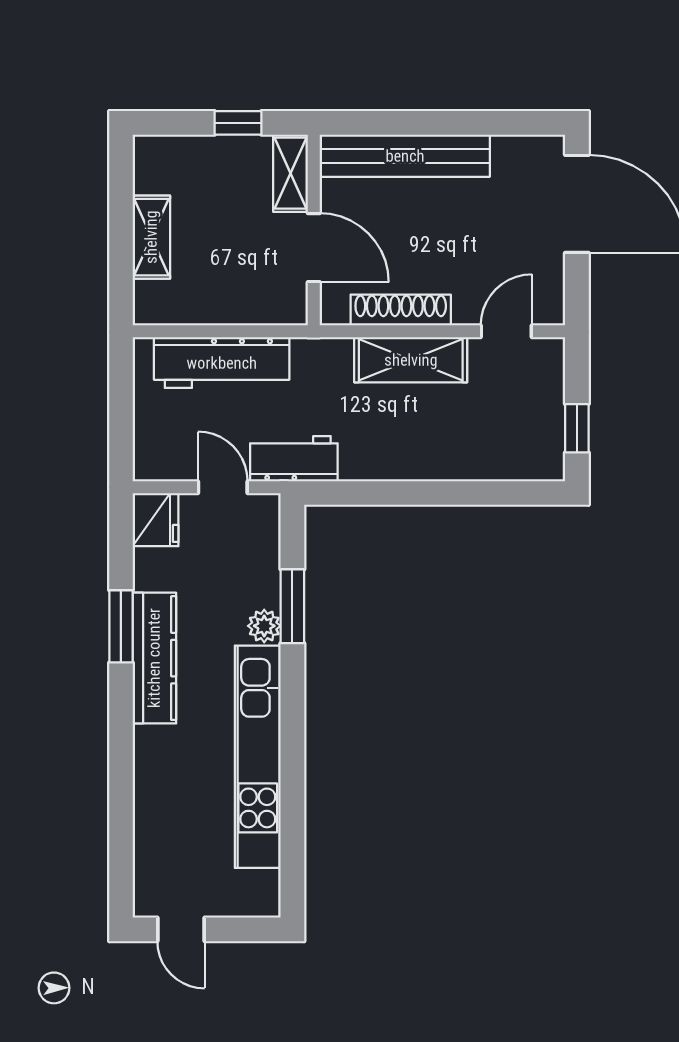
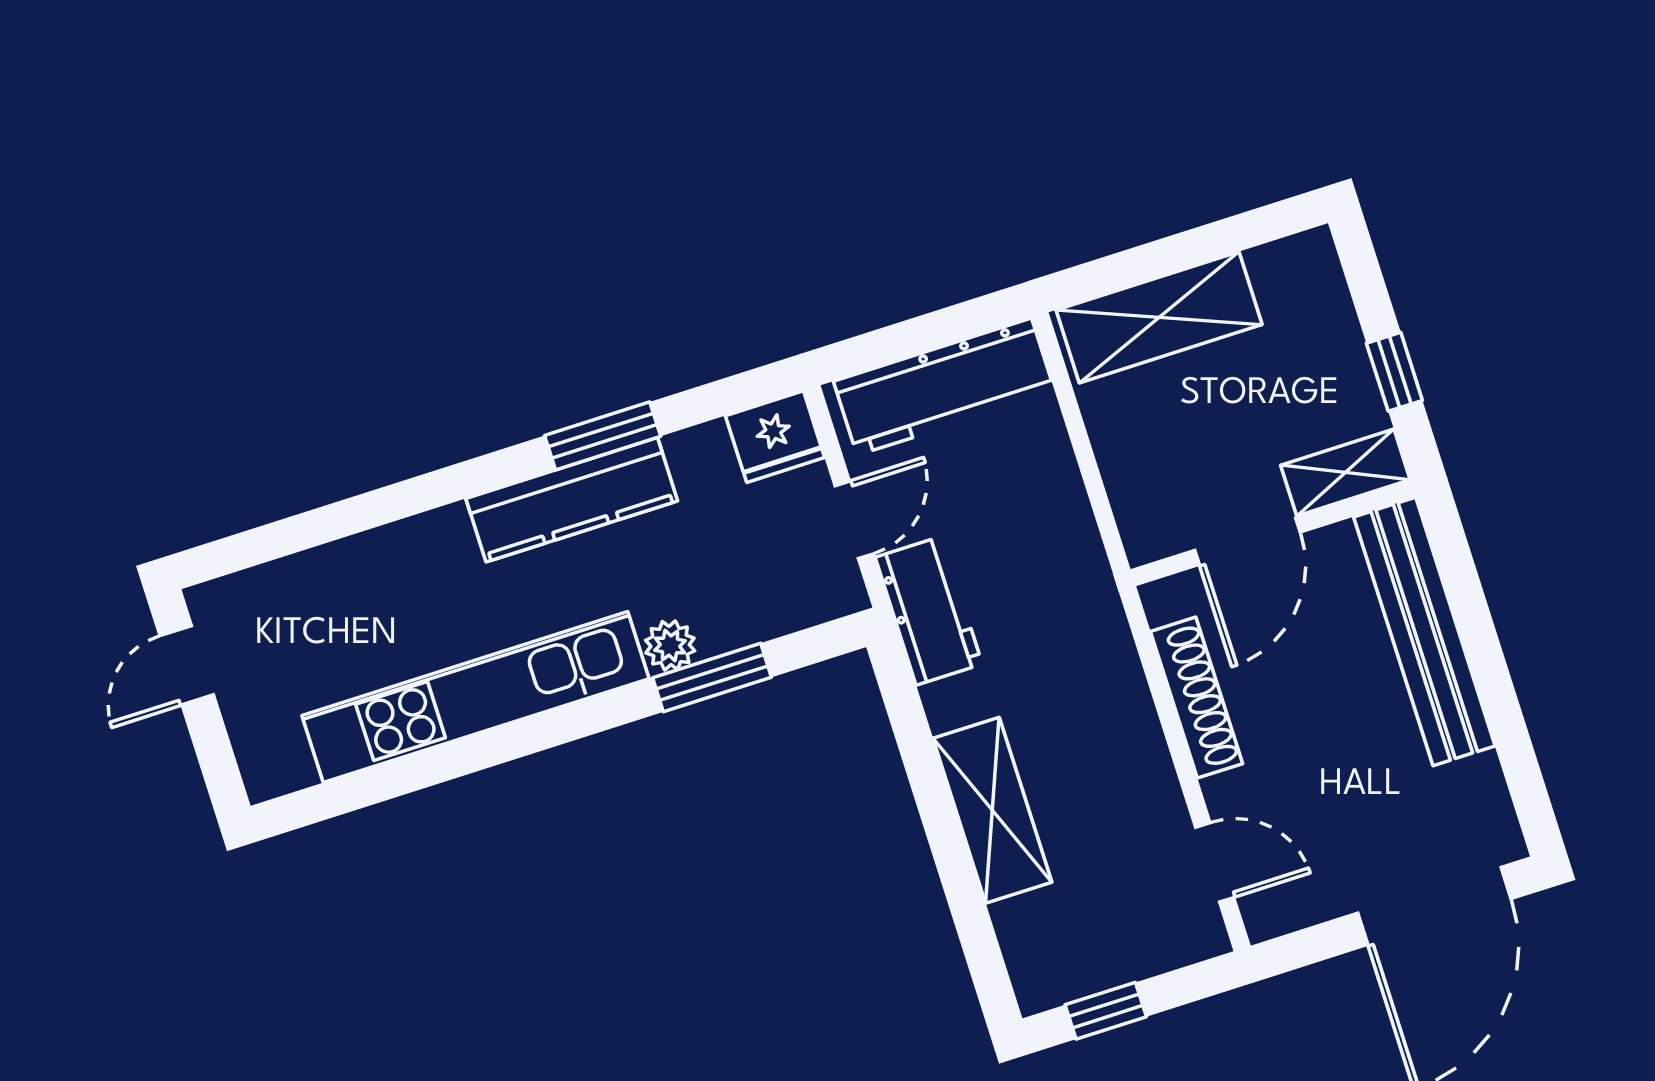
shelving: (151, 237) -> (1159, 317), width x1.50, depth x1.33
shelving: (411, 360) -> (992, 810), moved
workbench: (222, 363) -> (944, 387), moved, turned -90

